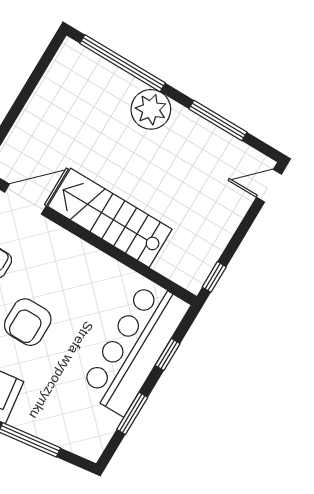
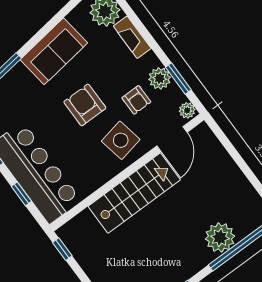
plant: (151, 109) -> (220, 238), moved
side table: (53, 261) -> (121, 140), added

